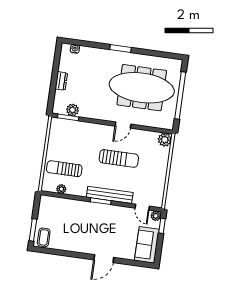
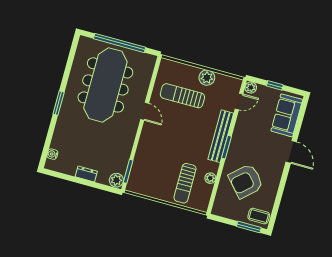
plant: (73, 110) -> (116, 180), moved
plant: (165, 140) -> (207, 78), moved
sun lounger: (119, 158) -> (182, 96), moved, turned -90
plant: (61, 189) -> (210, 178), moved
armchair: (73, 222) -> (246, 181), added
window: (162, 226) -> (275, 85), moved
sofa: (147, 245) -> (287, 115), moved, turned 90

